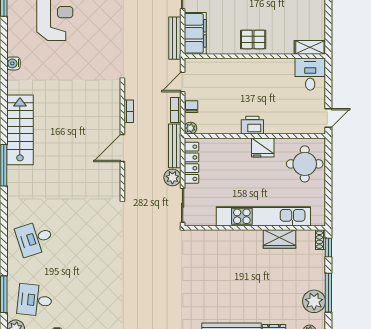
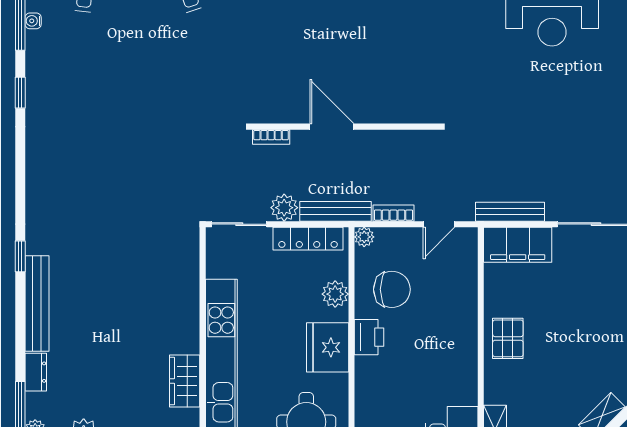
door: (183, 82) -> (439, 224), swing flipped
chair: (192, 107) -> (392, 289), moved, width x1.87, depth x1.87
bookcase: (129, 111) -> (271, 137), moved
plant: (226, 146) -> (335, 294), added
fridge: (263, 147) -> (328, 347), width x1.36, depth x1.34

